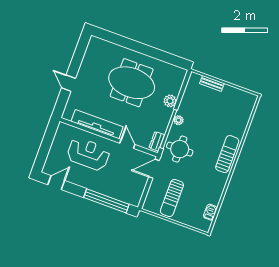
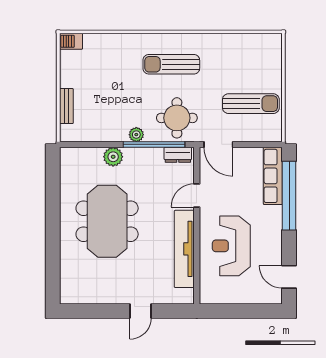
sun lounger: (227, 154) -> (171, 64), moved
row of seats: (122, 195) -> (273, 176), added
barbecue: (210, 212) -> (71, 41), moved

